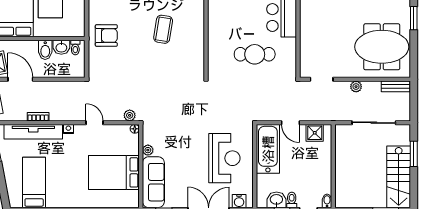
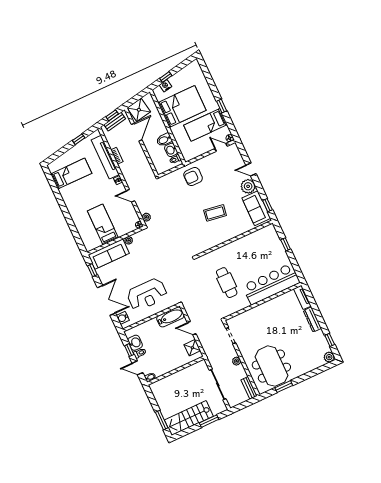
window: (414, 18) -> (284, 387), moved
armchair: (106, 36) -> (193, 176), turned 90
door: (94, 123) -> (130, 196), swing flipped
door: (290, 123) -> (192, 328), hinge flipped
bathtub: (268, 149) -> (170, 317), width x0.73, depth x0.73
bed: (114, 172) -> (103, 224), width x0.67

